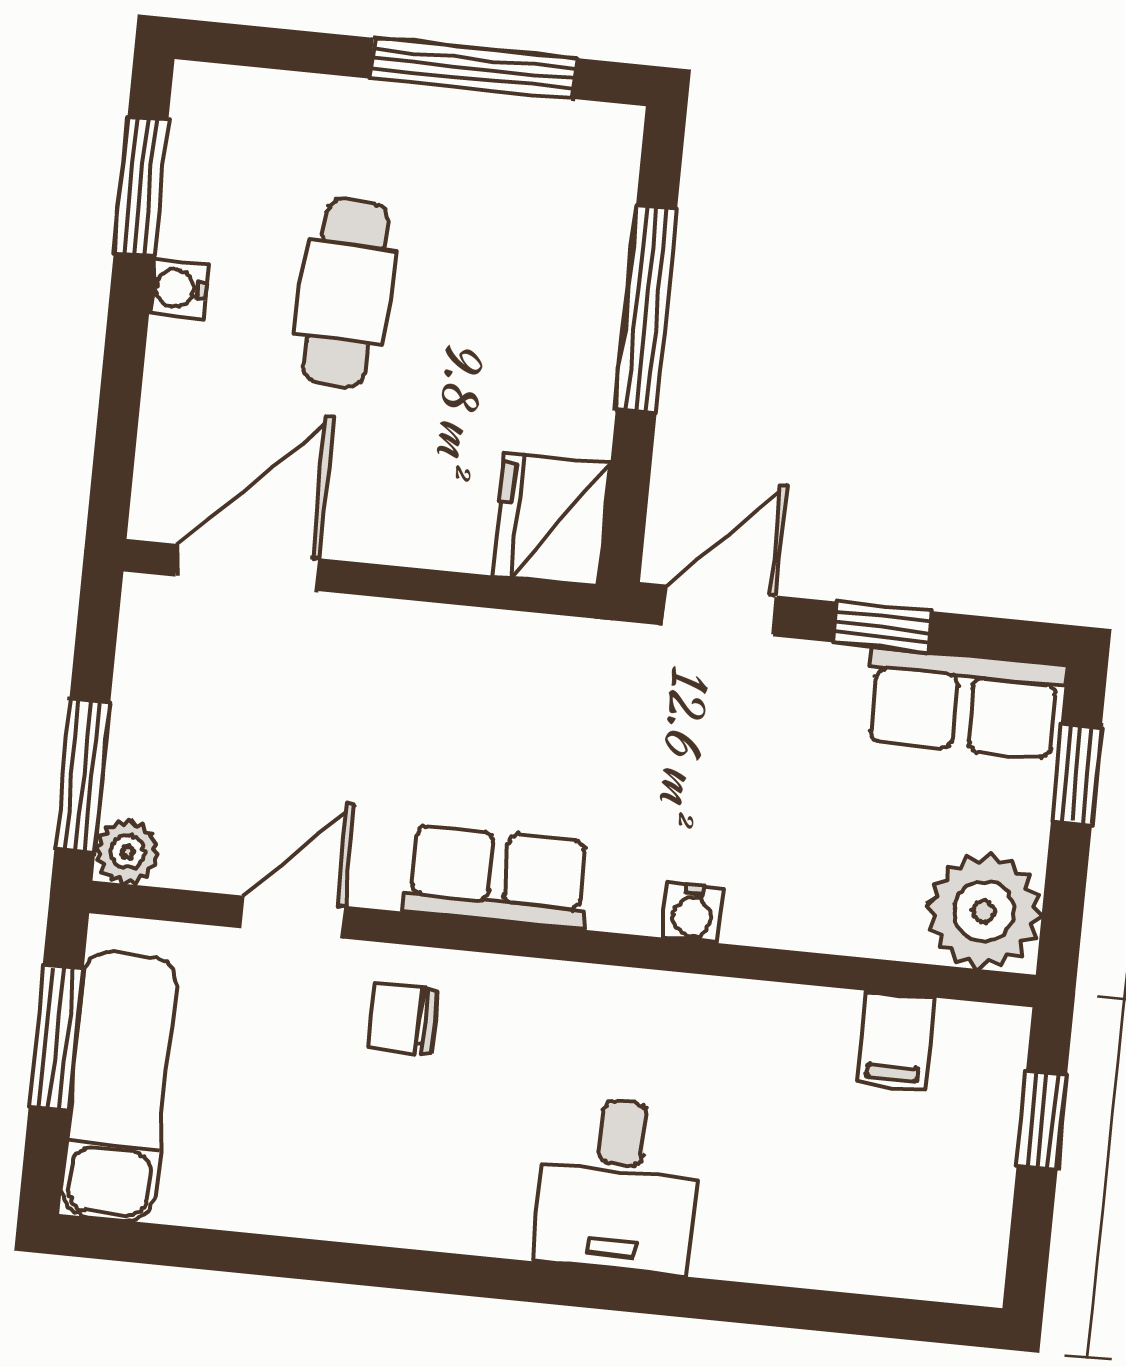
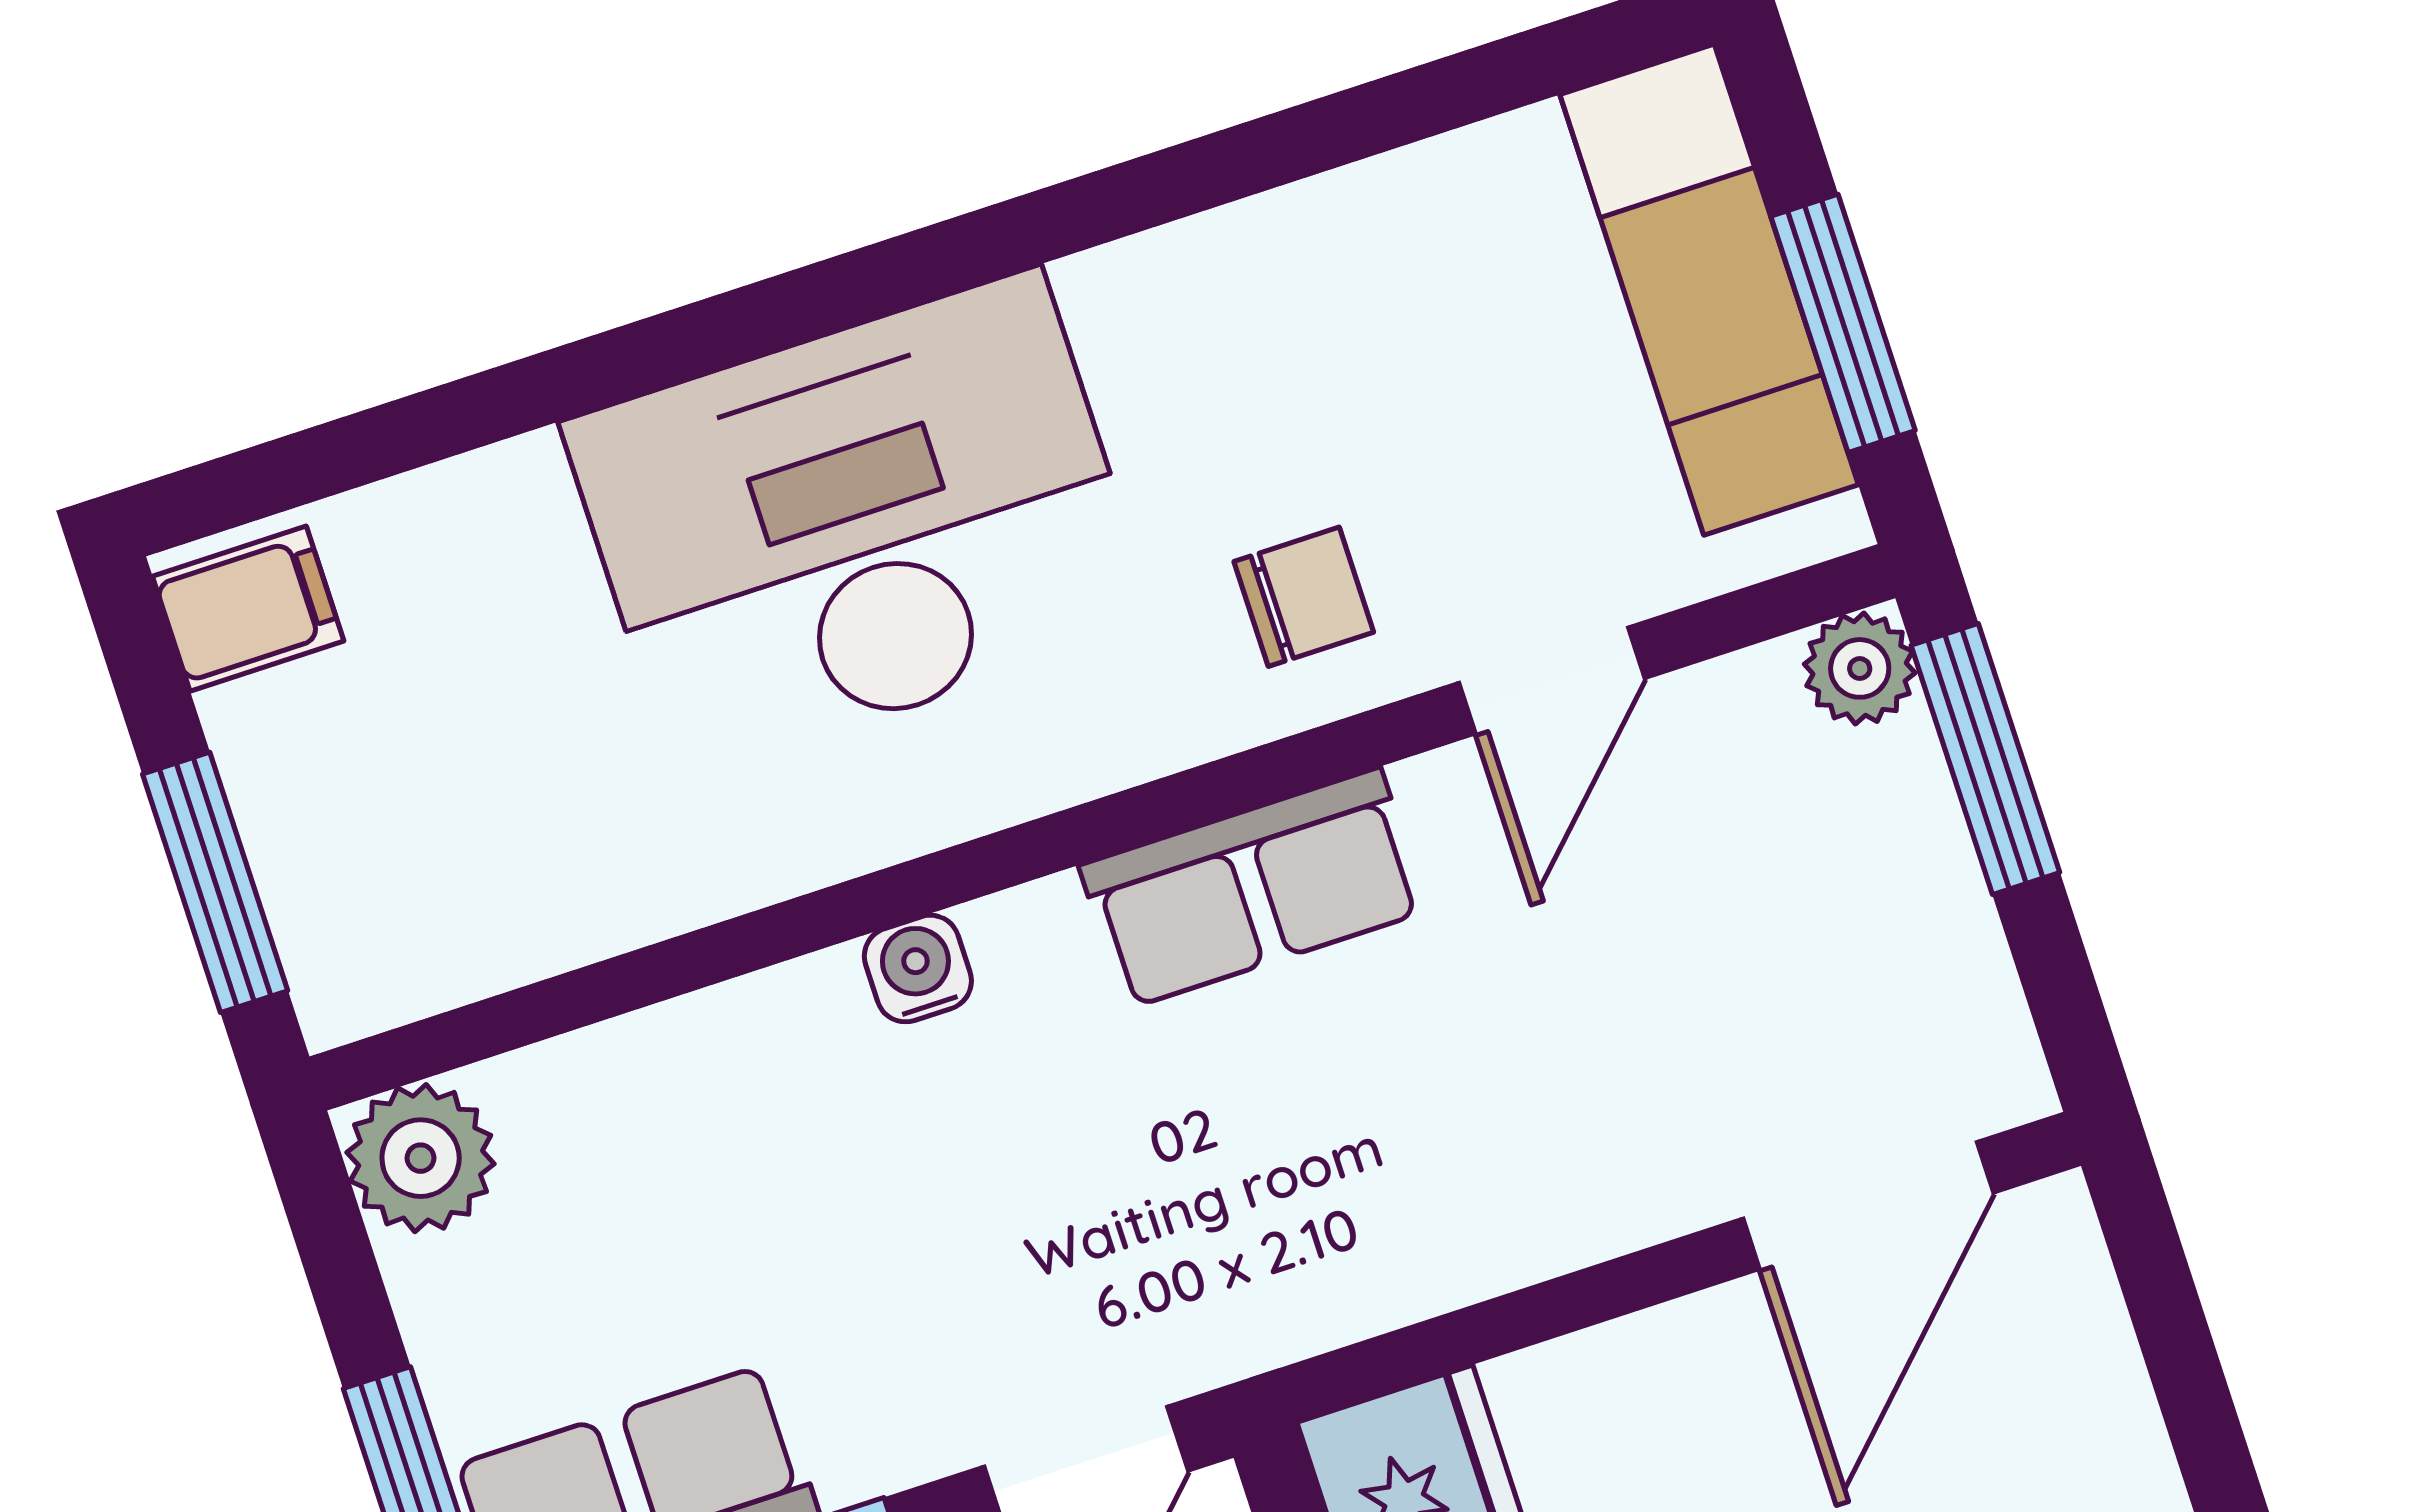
plant: (984, 911) -> (421, 1158), width x0.73, depth x0.73
filing cabinet: (895, 1040) -> (248, 609), moved, turned 90
window: (1042, 1121) -> (215, 882), width x1.50
desk: (618, 1185) -> (859, 524), width x1.87, depth x1.30

